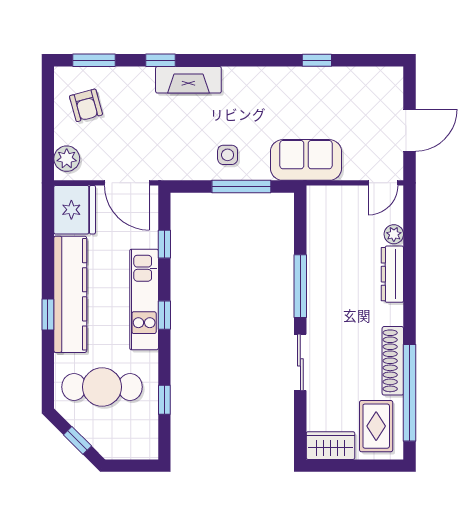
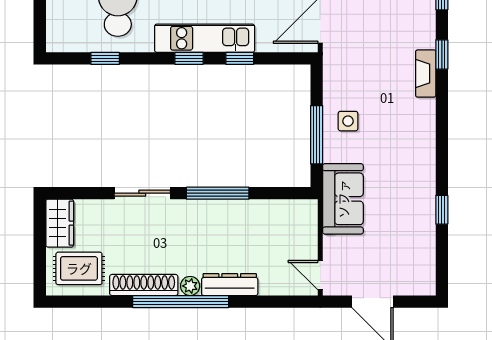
fireplace: (188, 80) -> (426, 74), width x0.73, depth x0.76
plant: (394, 234) -> (190, 286), moved
window: (164, 244) -> (240, 58), moved
window: (410, 393) -> (181, 302), moved

